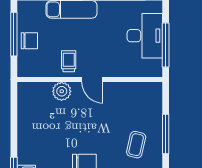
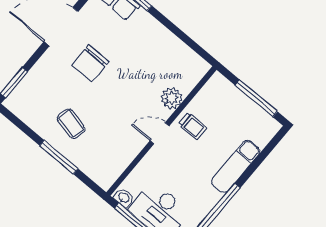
chair: (29, 41) -> (239, 107), removed
washbasin: (156, 67) -> (124, 198), added

